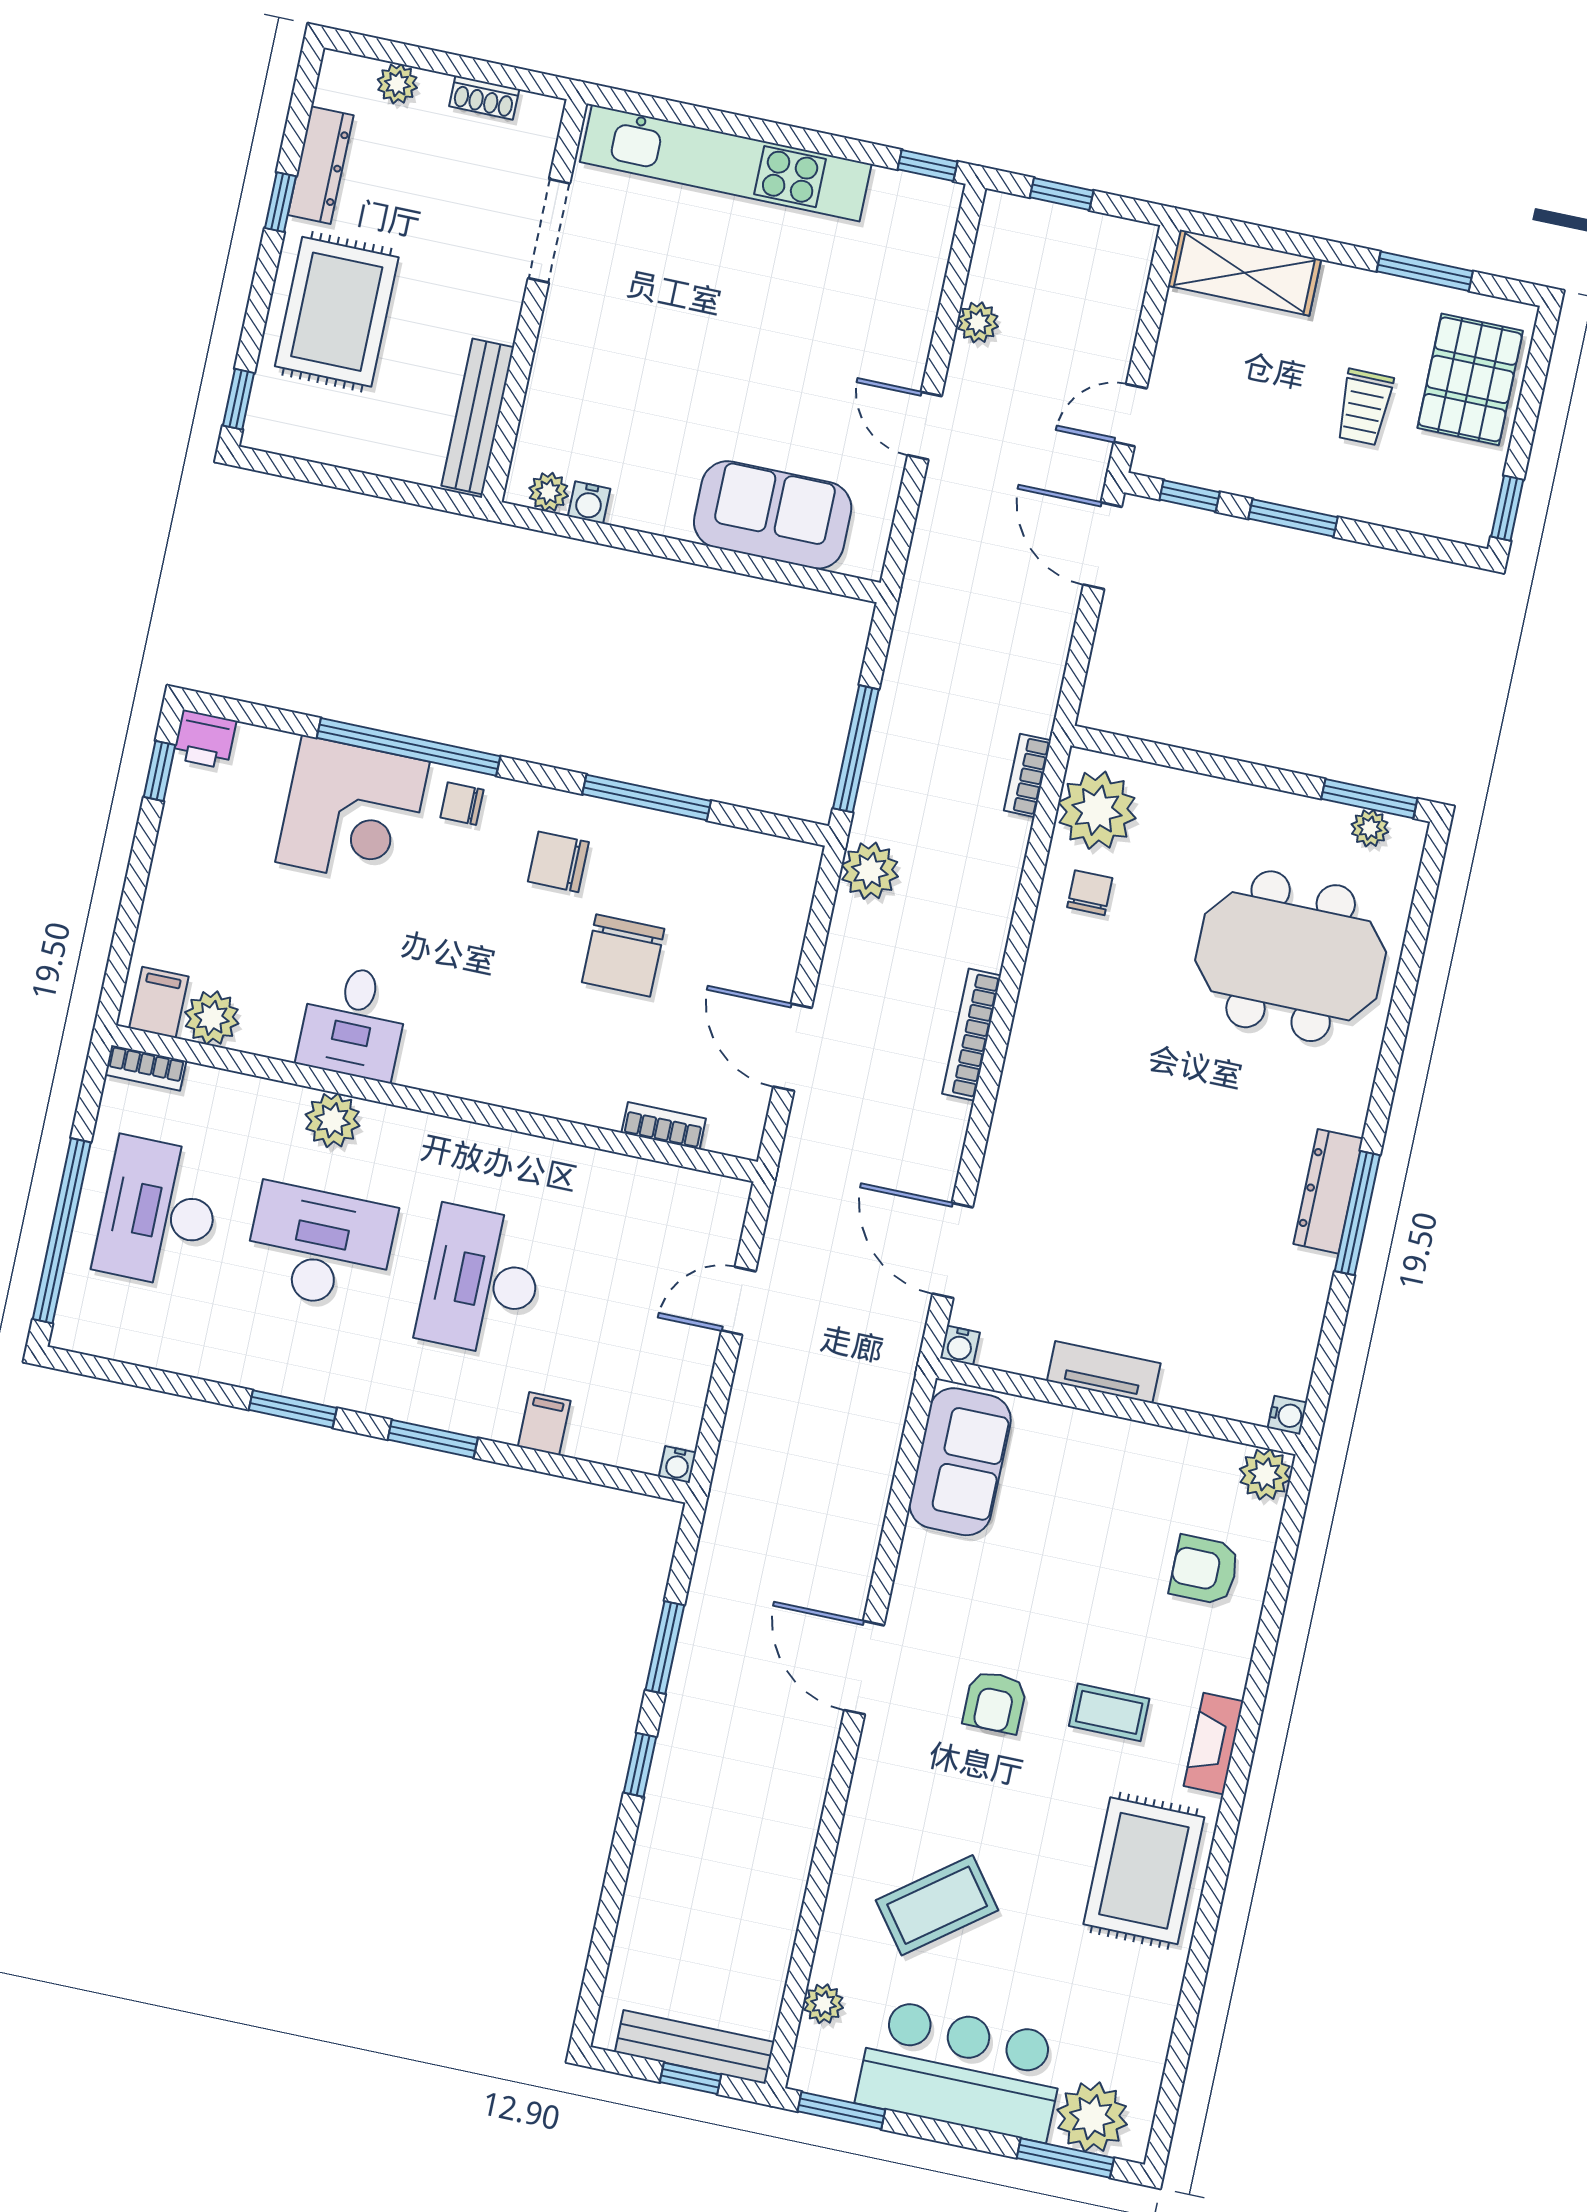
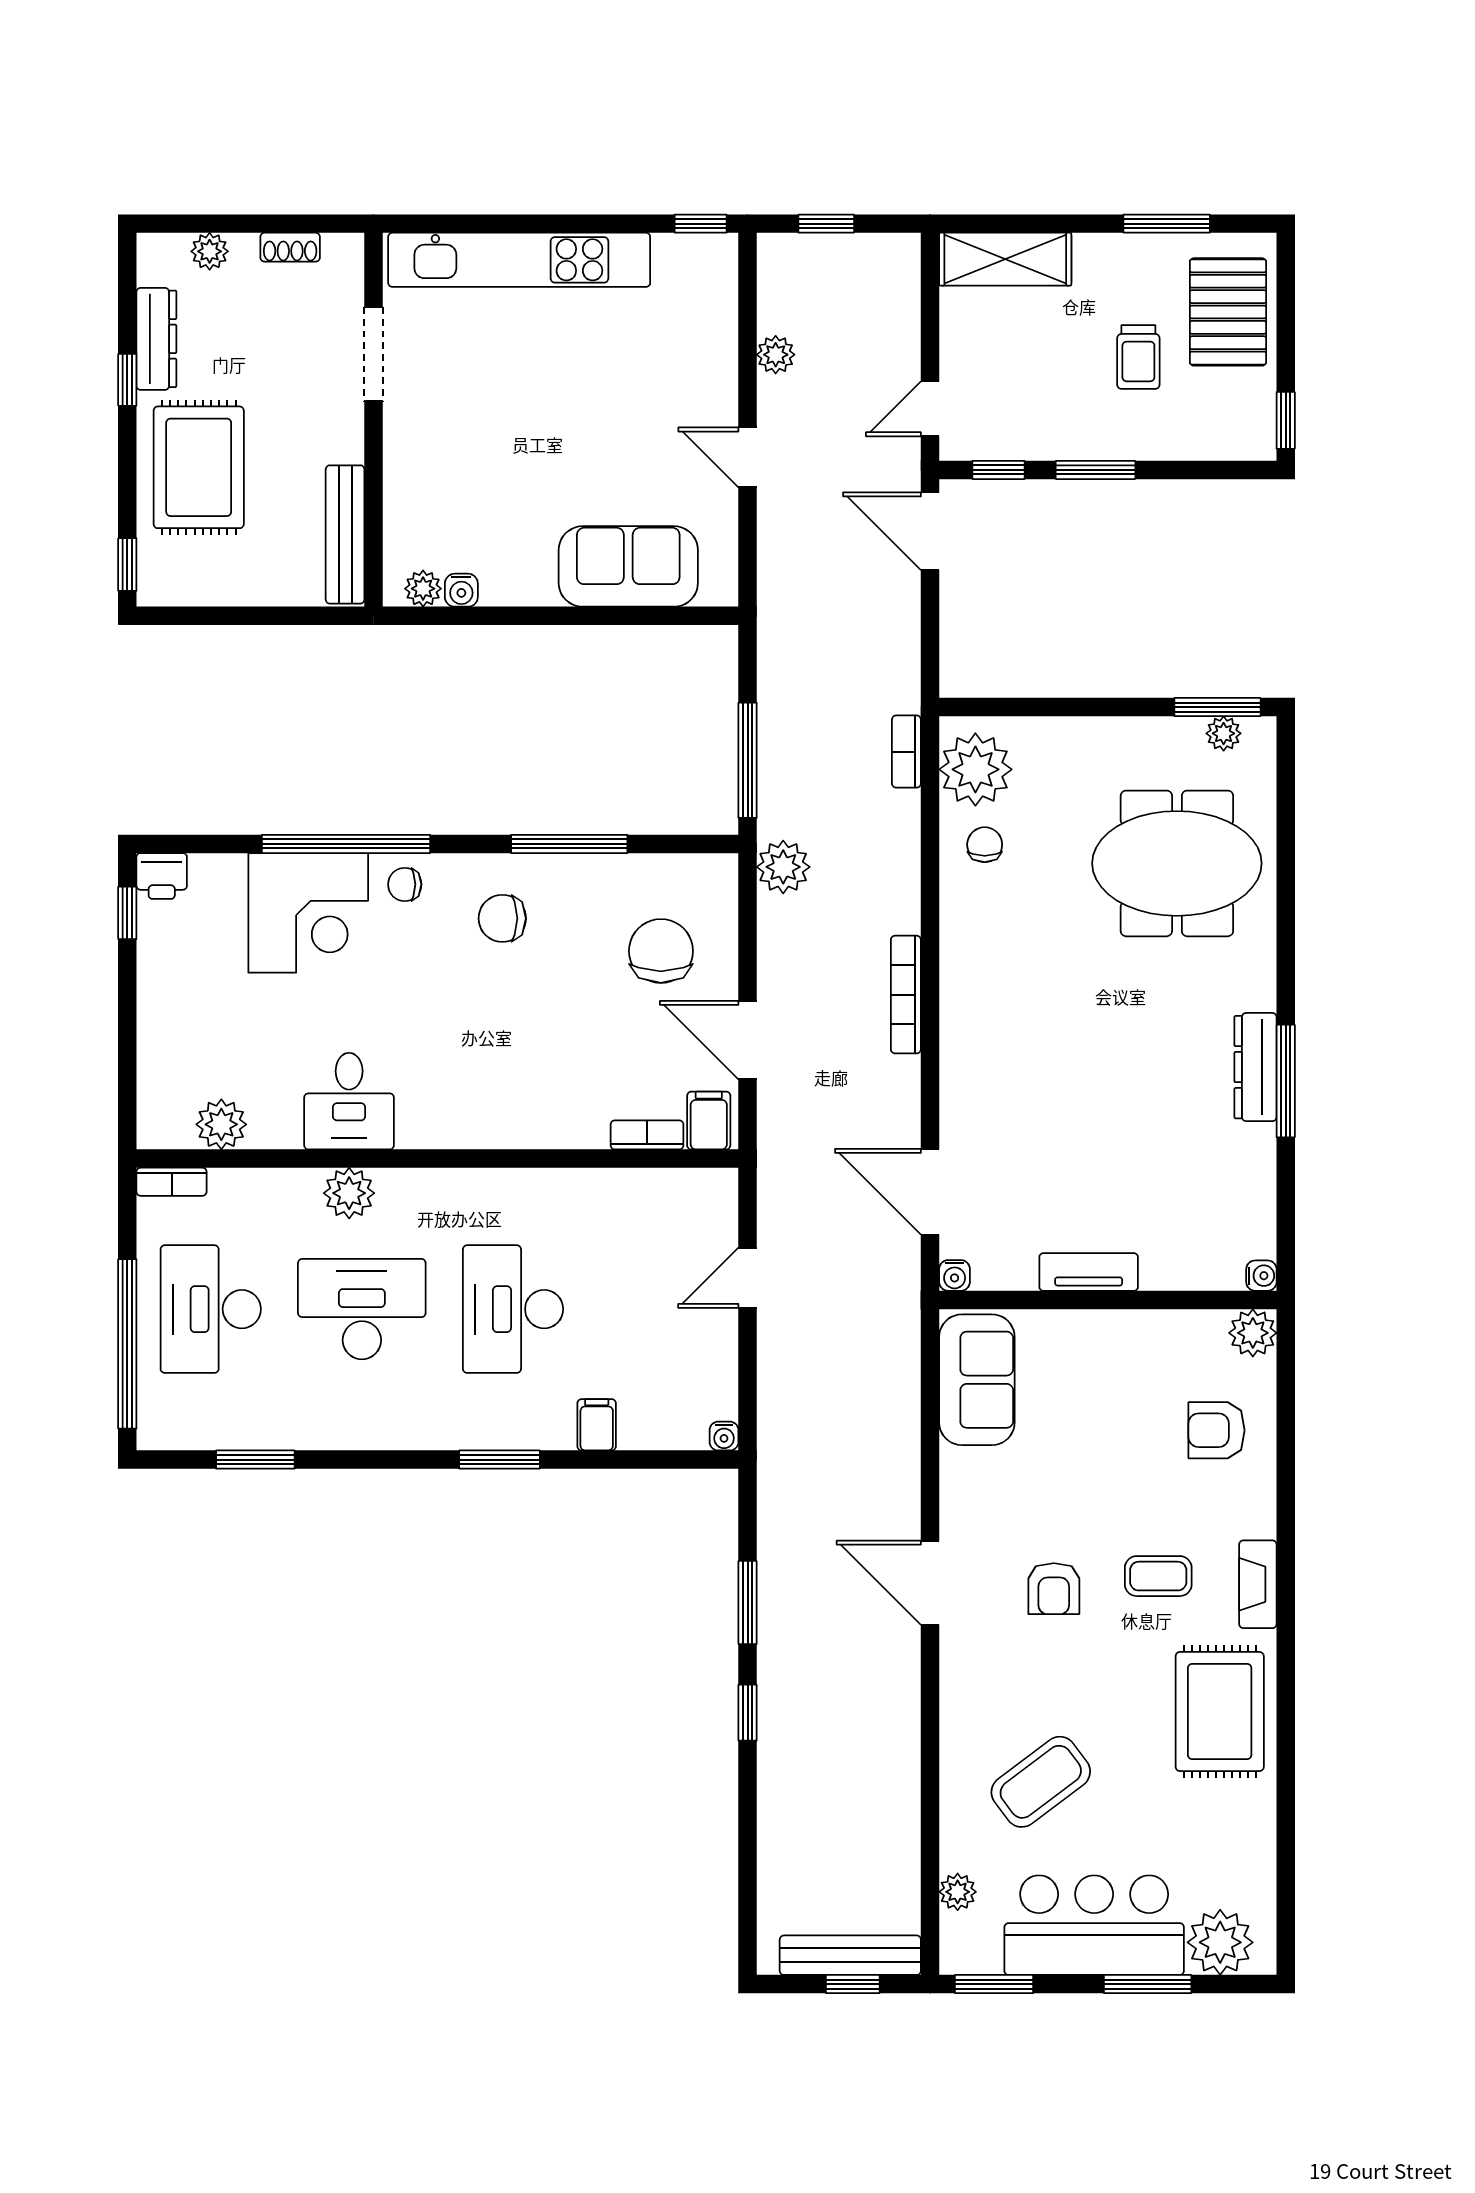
chair: (623, 955) -> (661, 951), moved, turned 180
filing cabinet: (159, 1002) -> (709, 1121), moved
window: (293, 1409) -> (255, 1460), moved
window: (1065, 2158) -> (1148, 1984), moved

